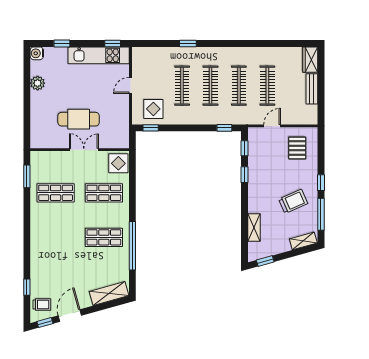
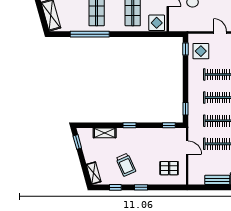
window: (245, 175) -> (129, 125), moved
window: (321, 214) -> (115, 187), width x0.46

